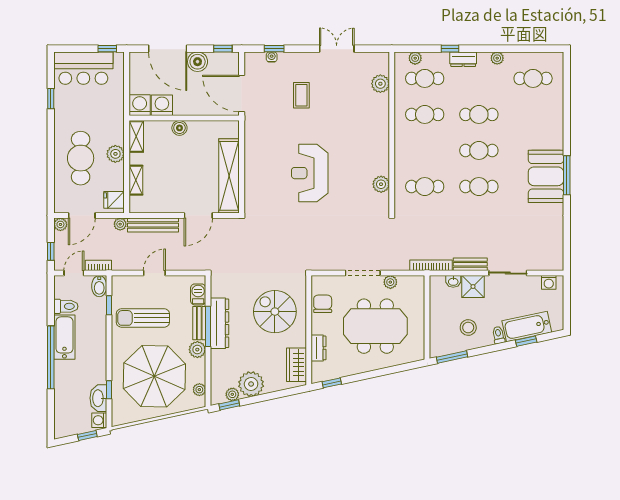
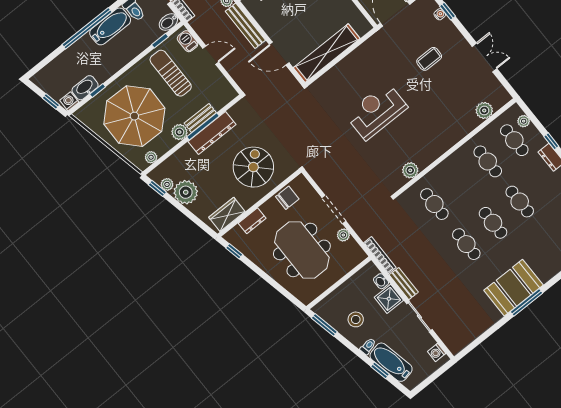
barbecue: (198, 294) -> (188, 41), moved, turned -90

